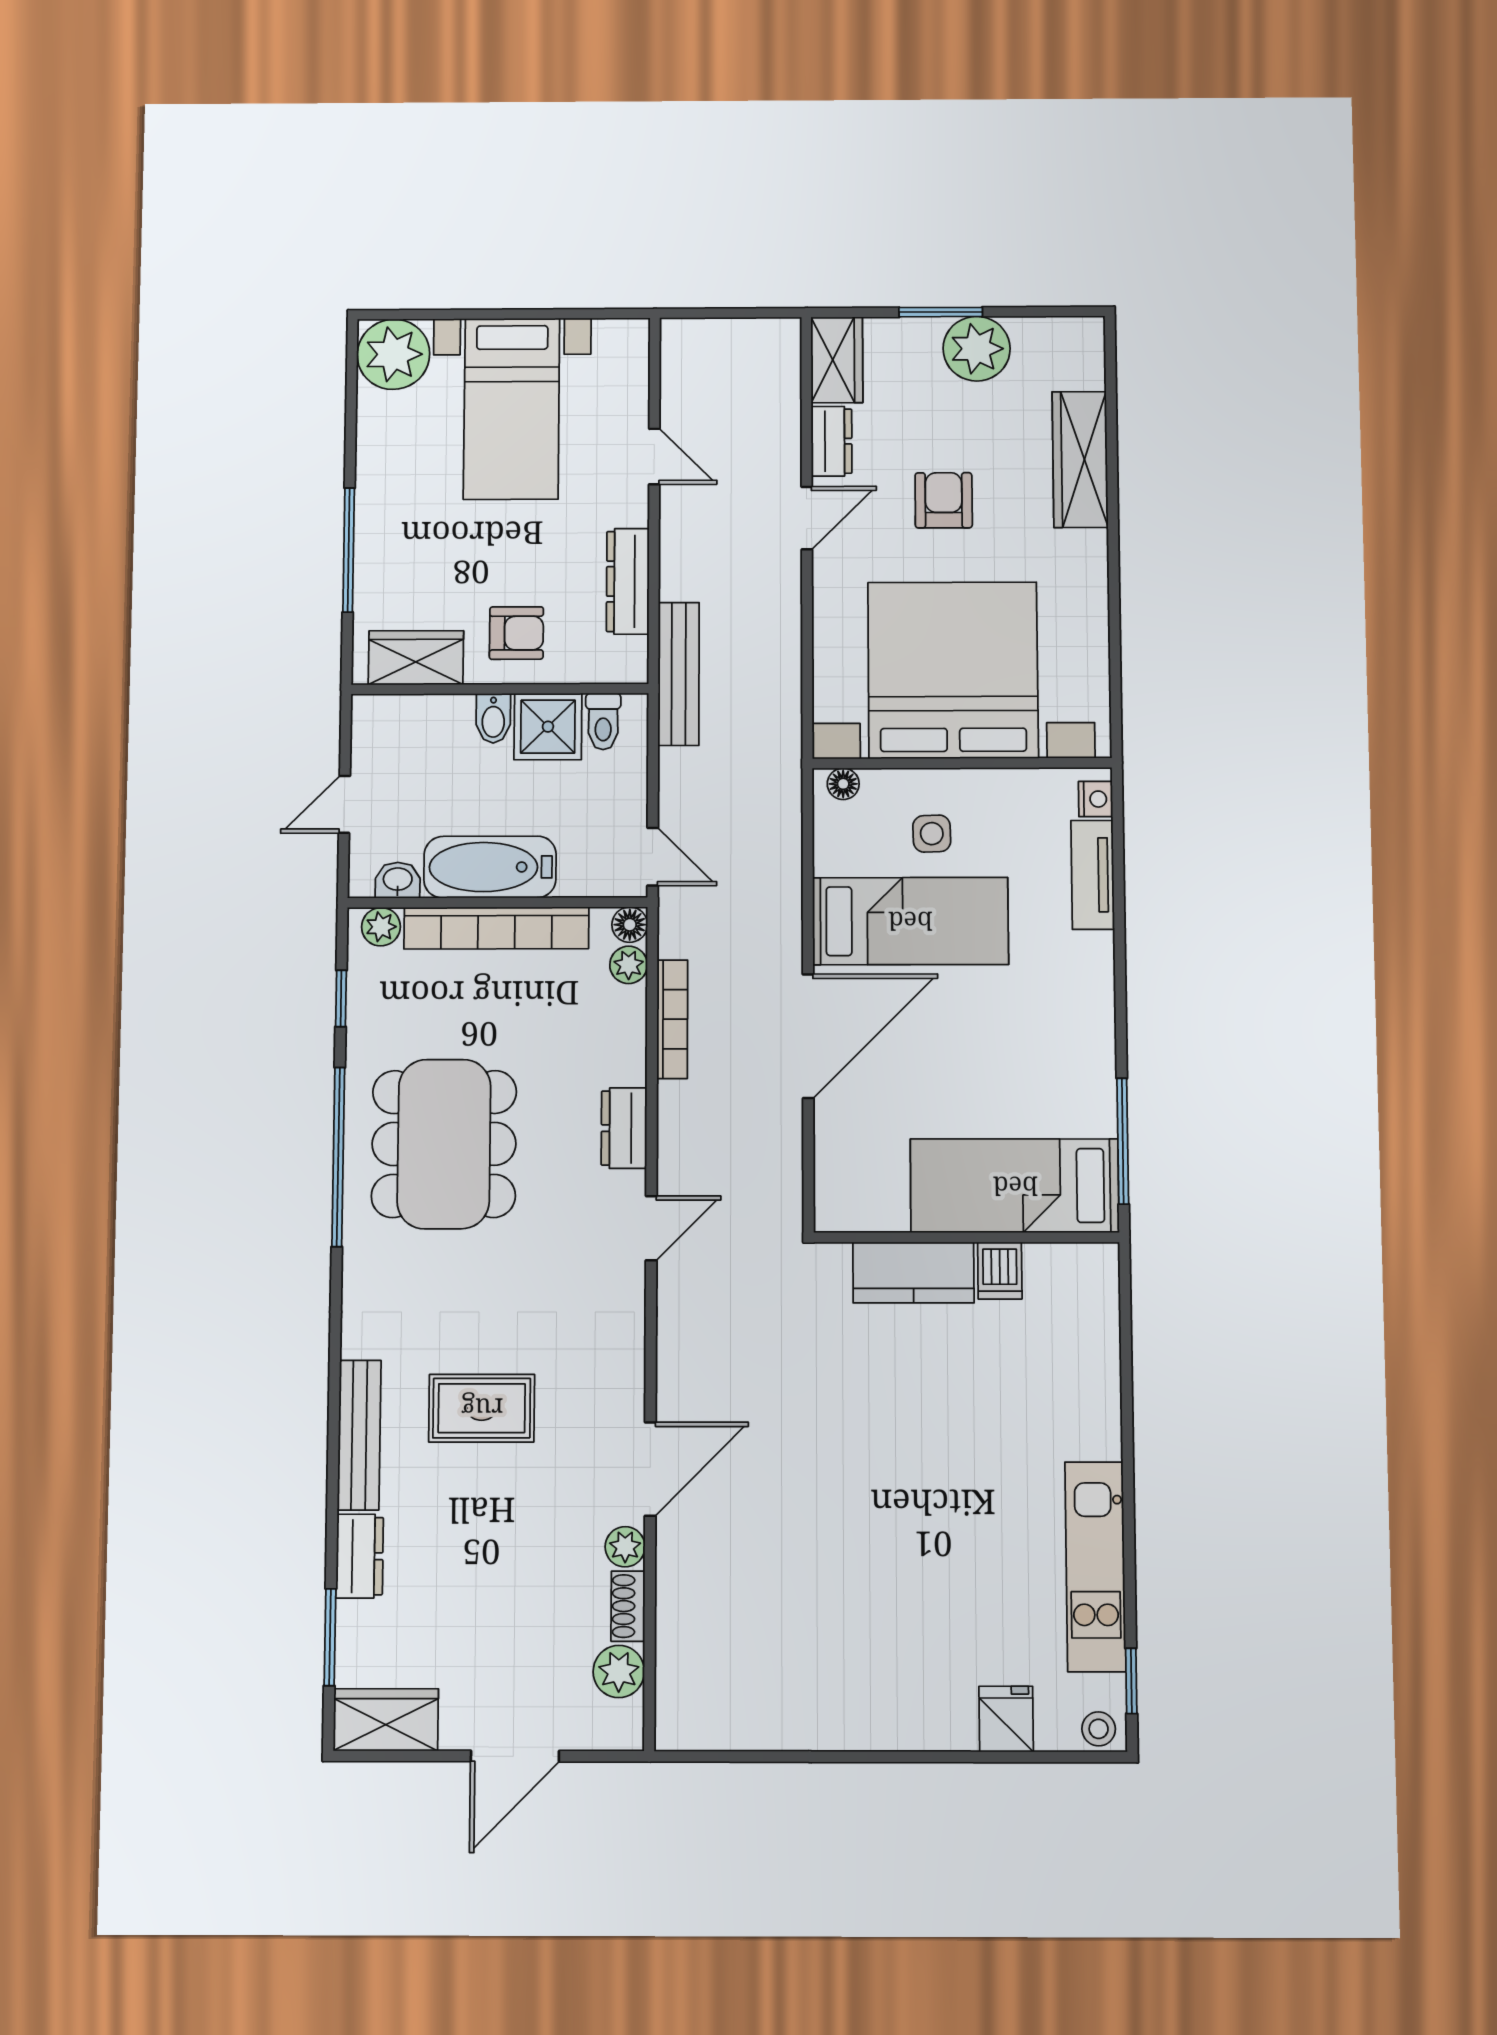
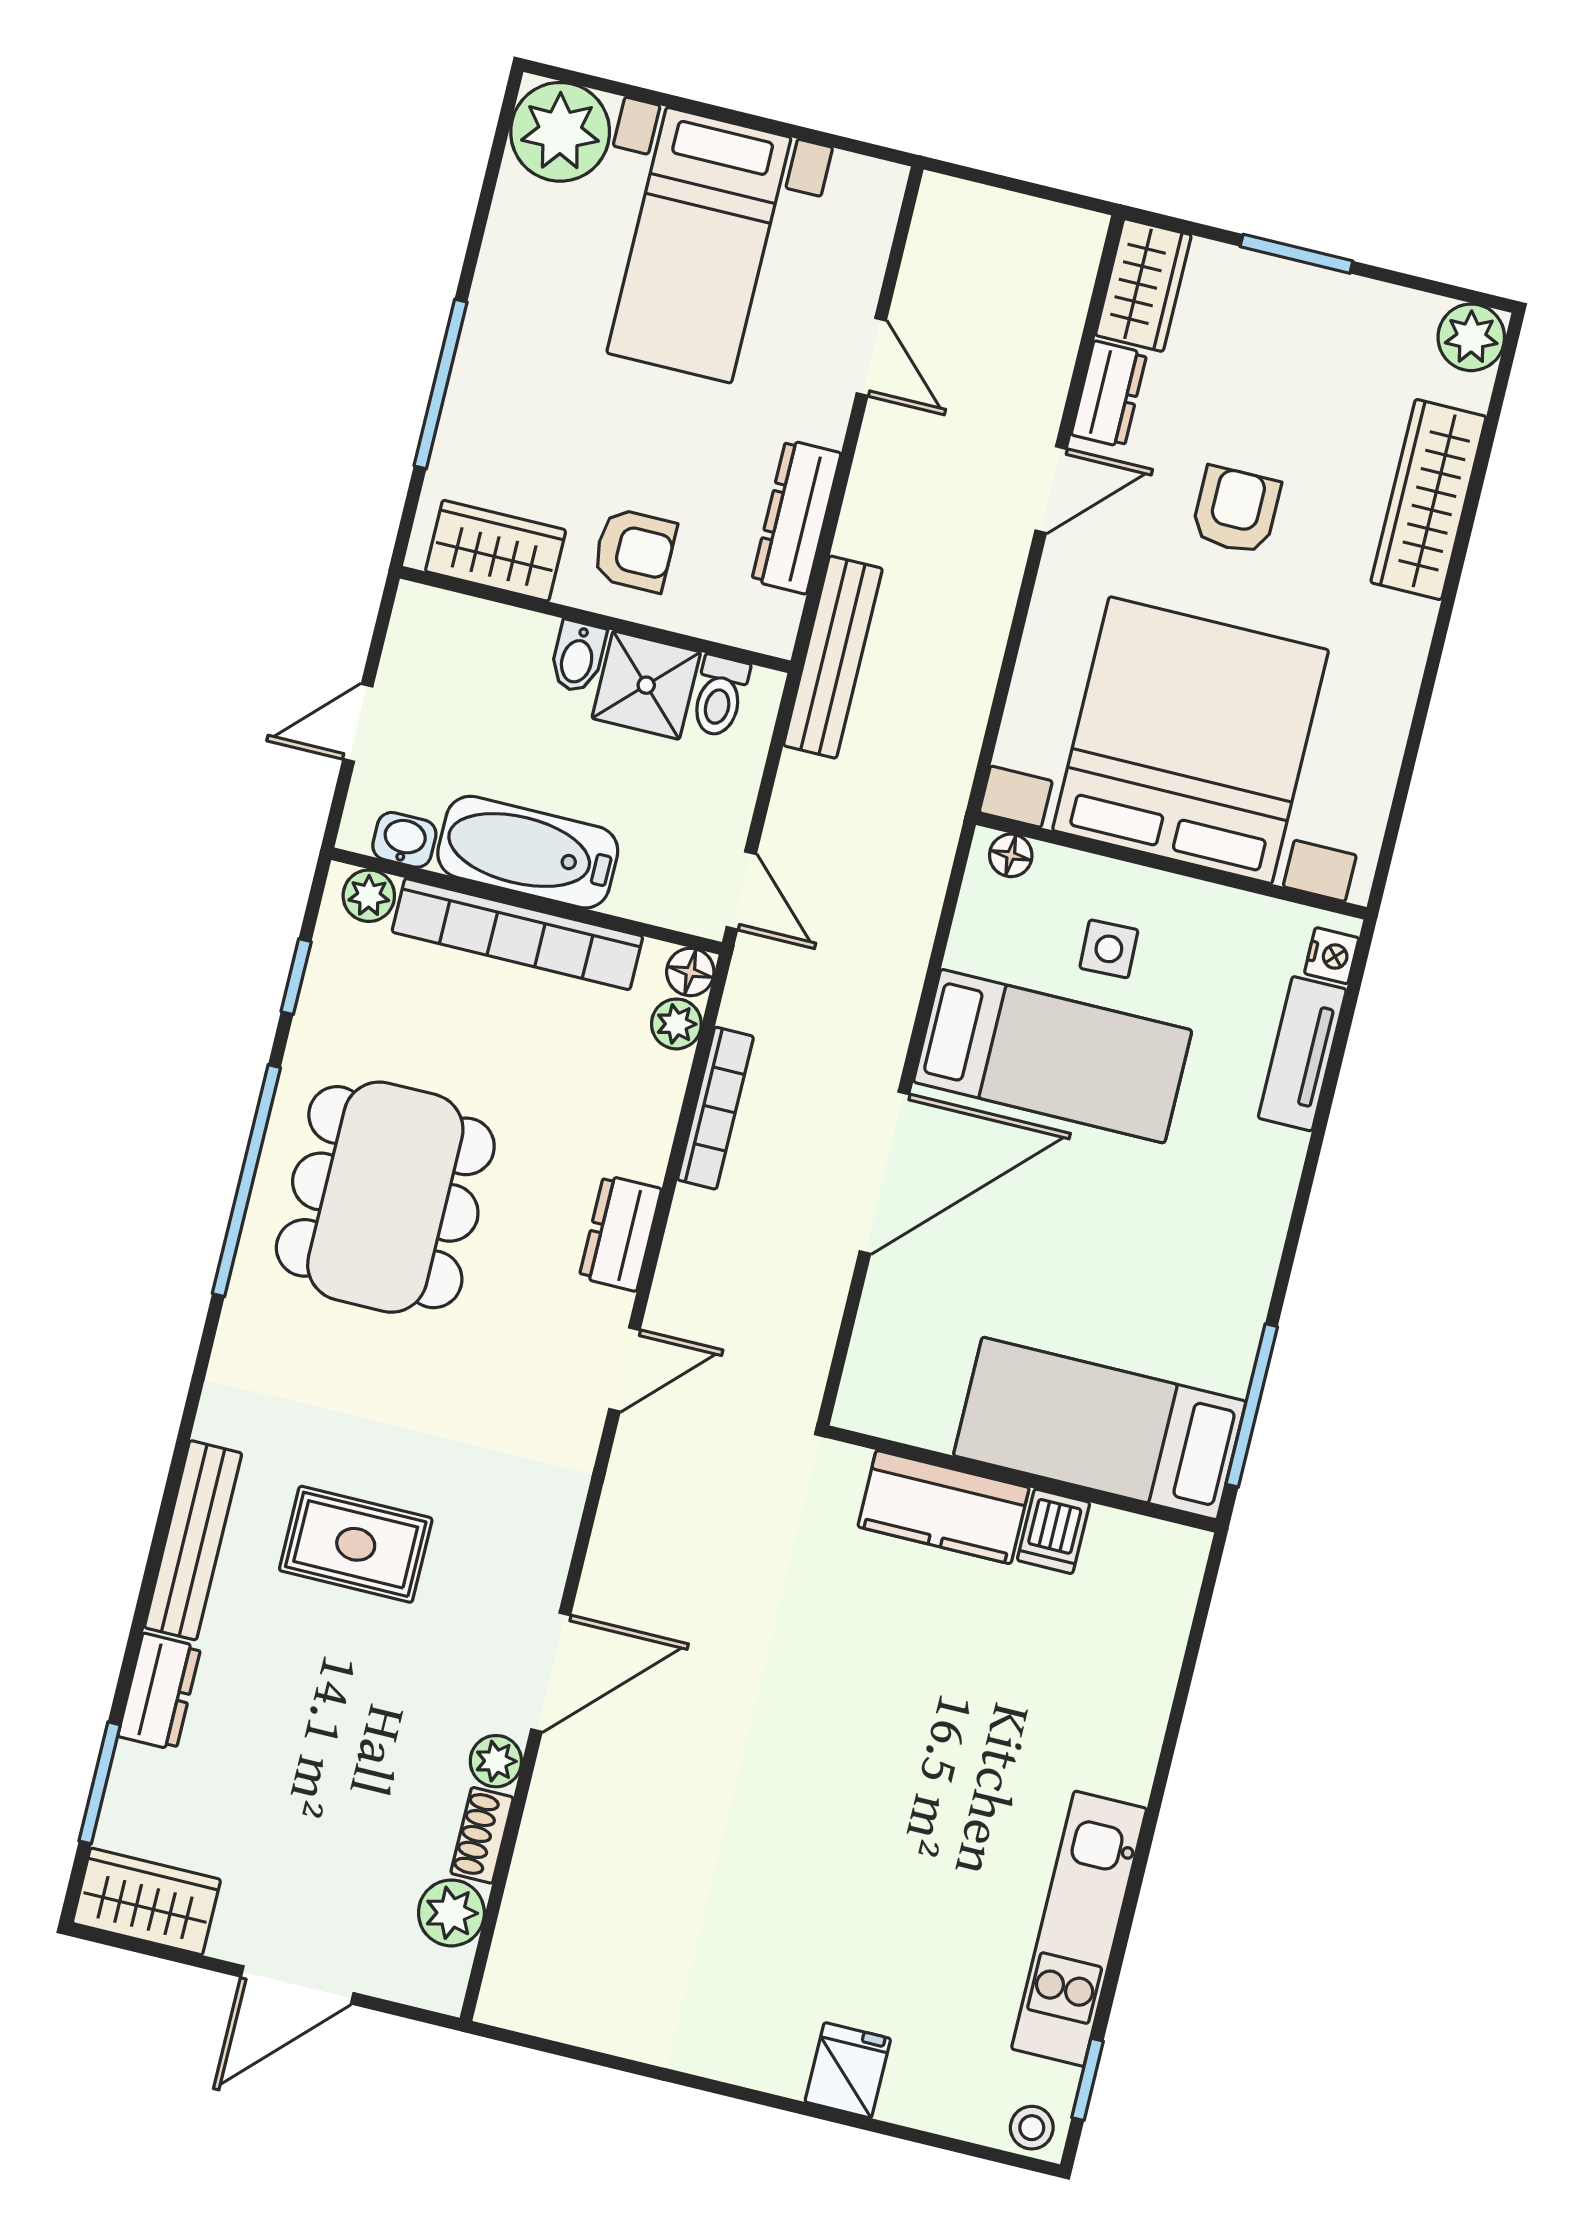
plant: (977, 349) -> (1471, 337), moved, width x0.73, depth x0.73
fridge: (1006, 1719) -> (848, 2070), moved

